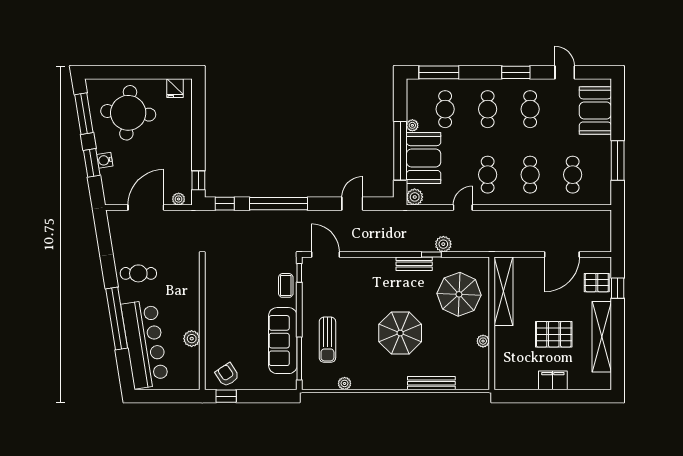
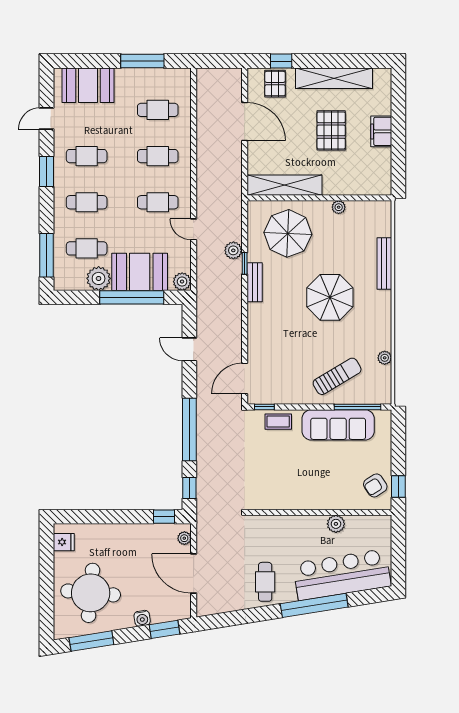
plant: (412, 125) -> (99, 278), width x1.88, depth x1.88
window: (92, 163) -> (165, 629), moved
sun lounger: (327, 340) -> (337, 376), turned -31

